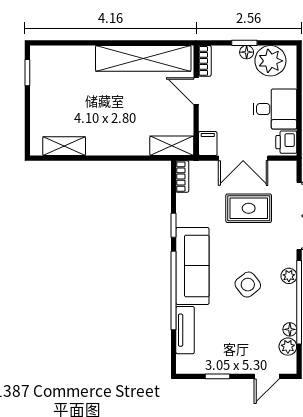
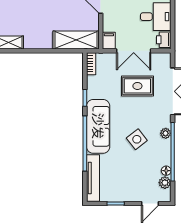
shelving: (172, 146) -> (76, 40), width x1.50, depth x1.33
tv unit: (185, 330) -> (93, 178), width x1.41

